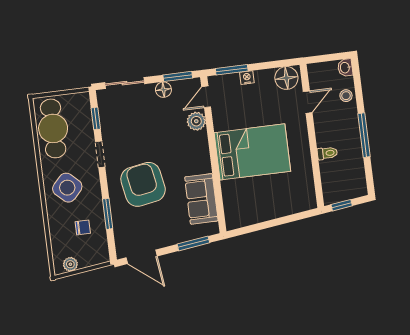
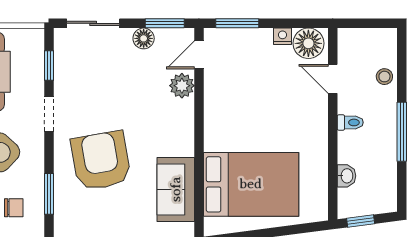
washbasin: (345, 68) -> (346, 176), moved, turned 180
nightstand: (247, 78) -> (283, 36), moved
door: (308, 102) -> (333, 79), swing flipped
bed: (252, 152) -> (251, 184), moved
toilet: (327, 153) -> (350, 122), moved

